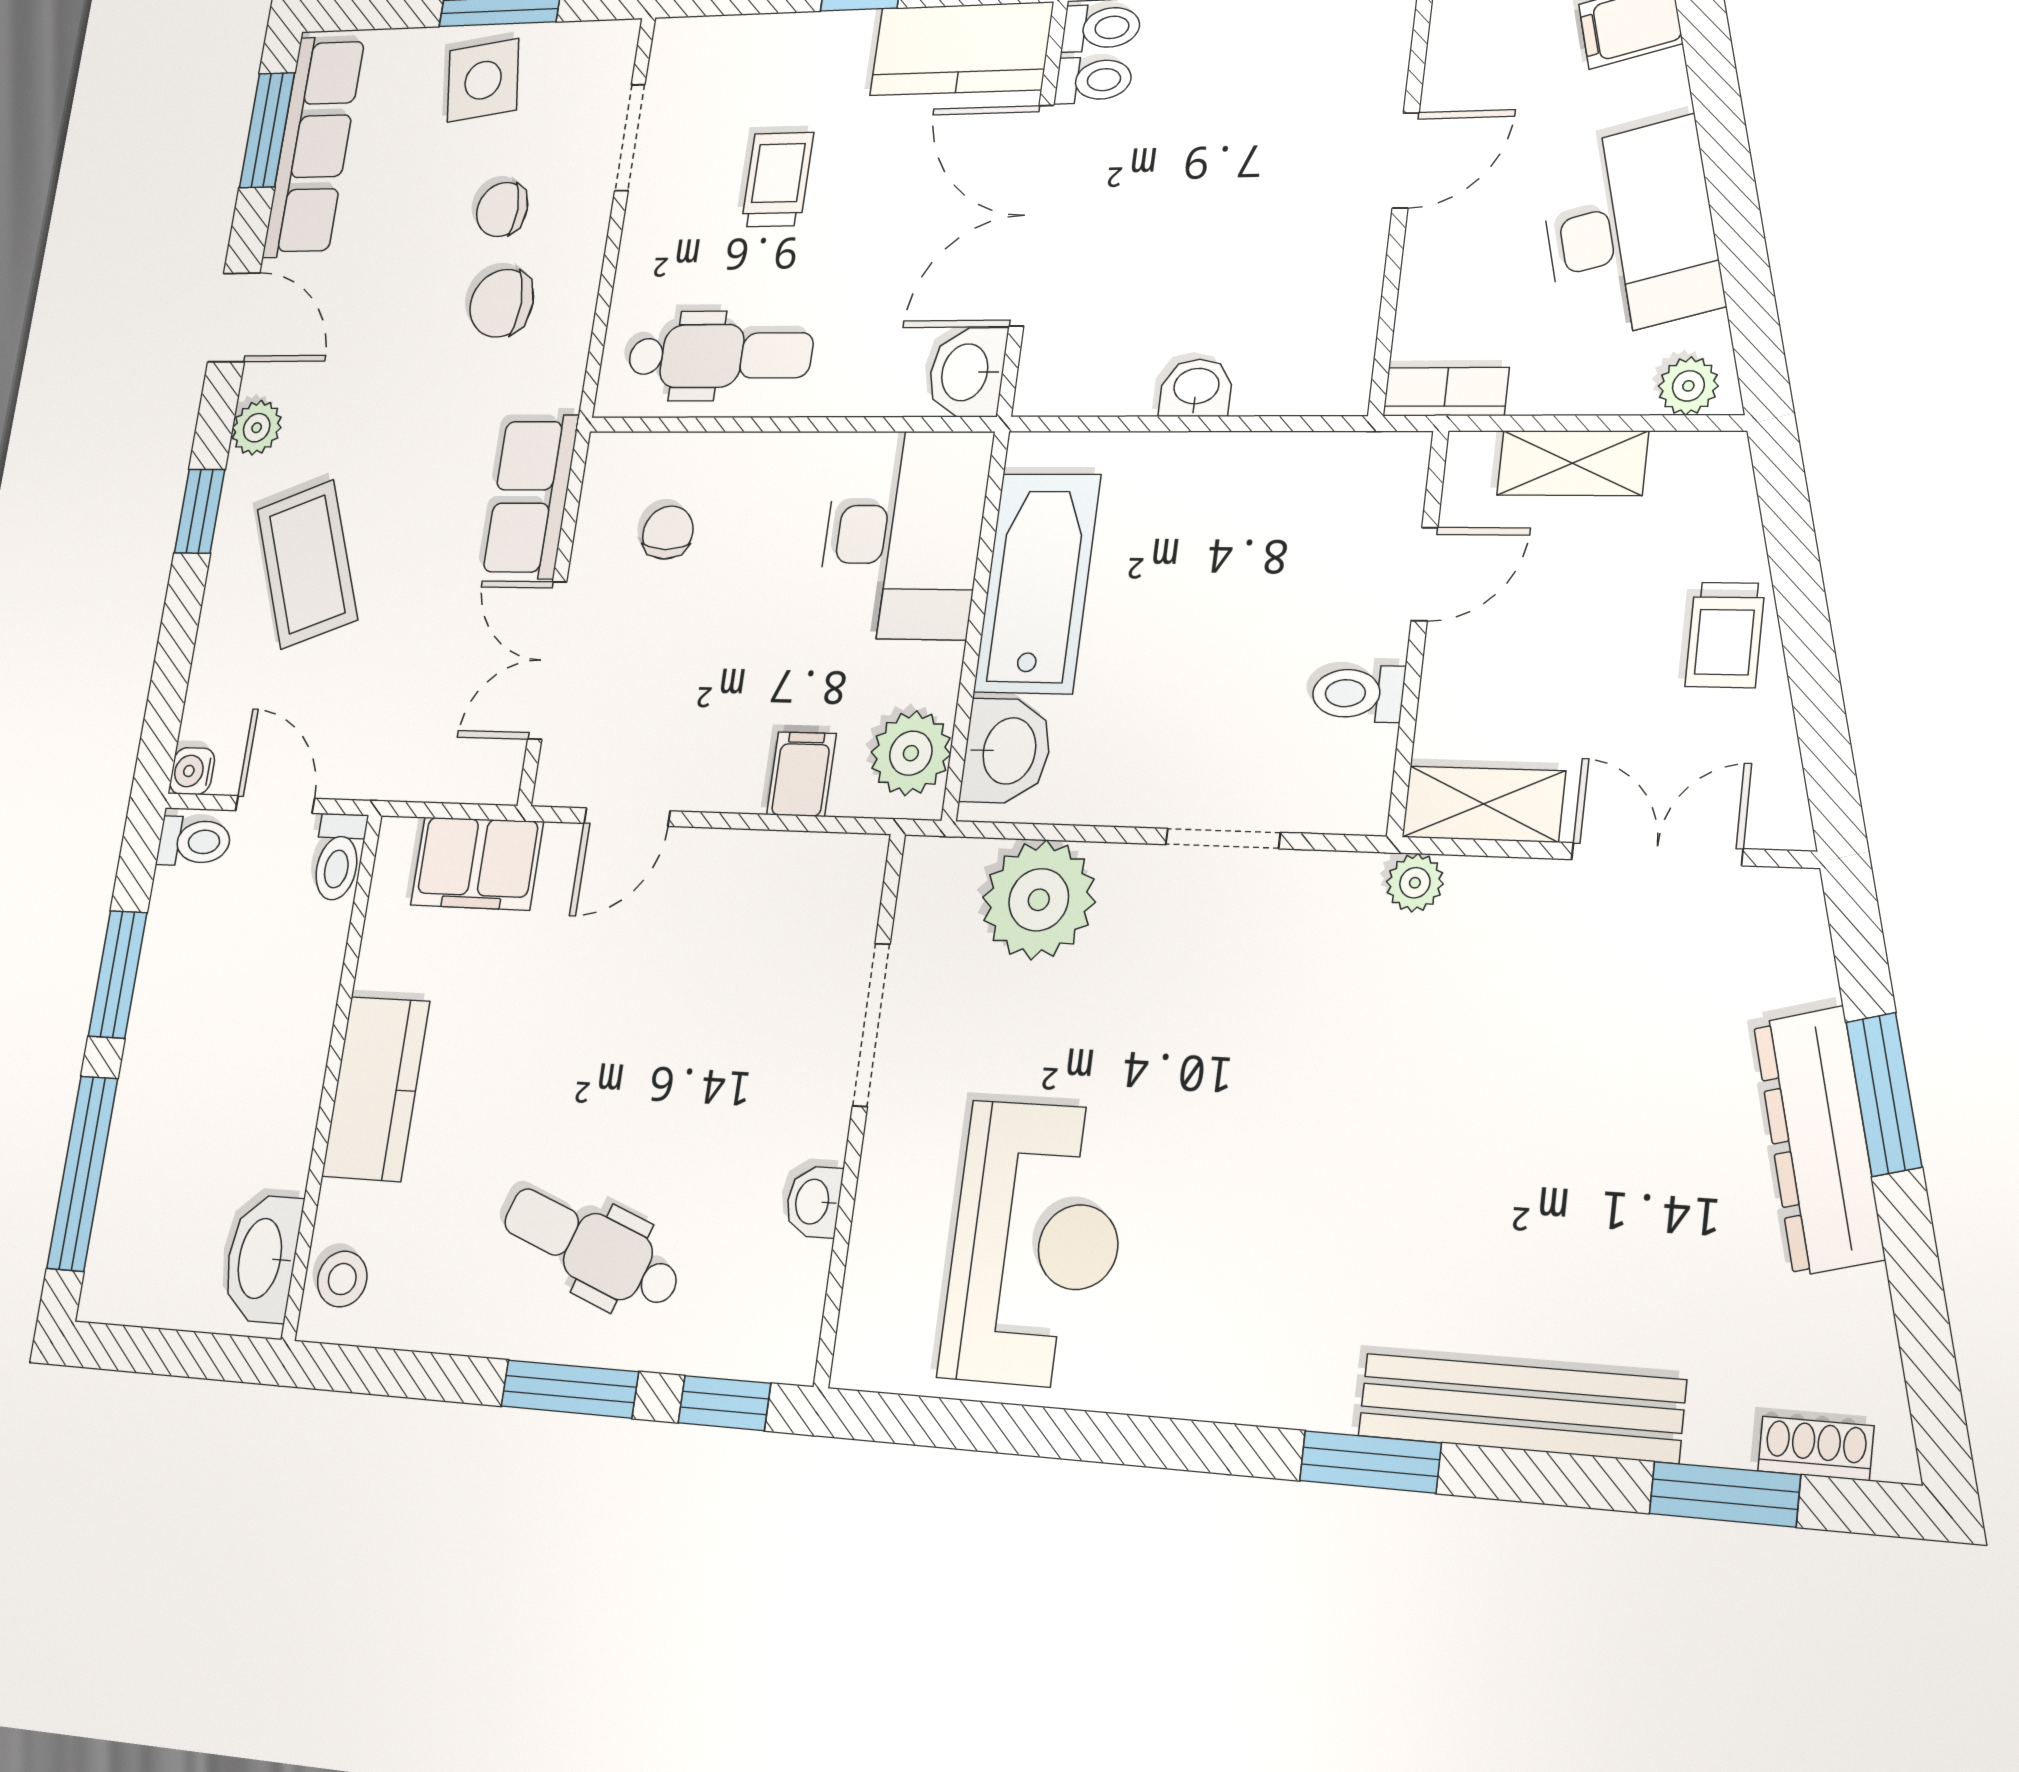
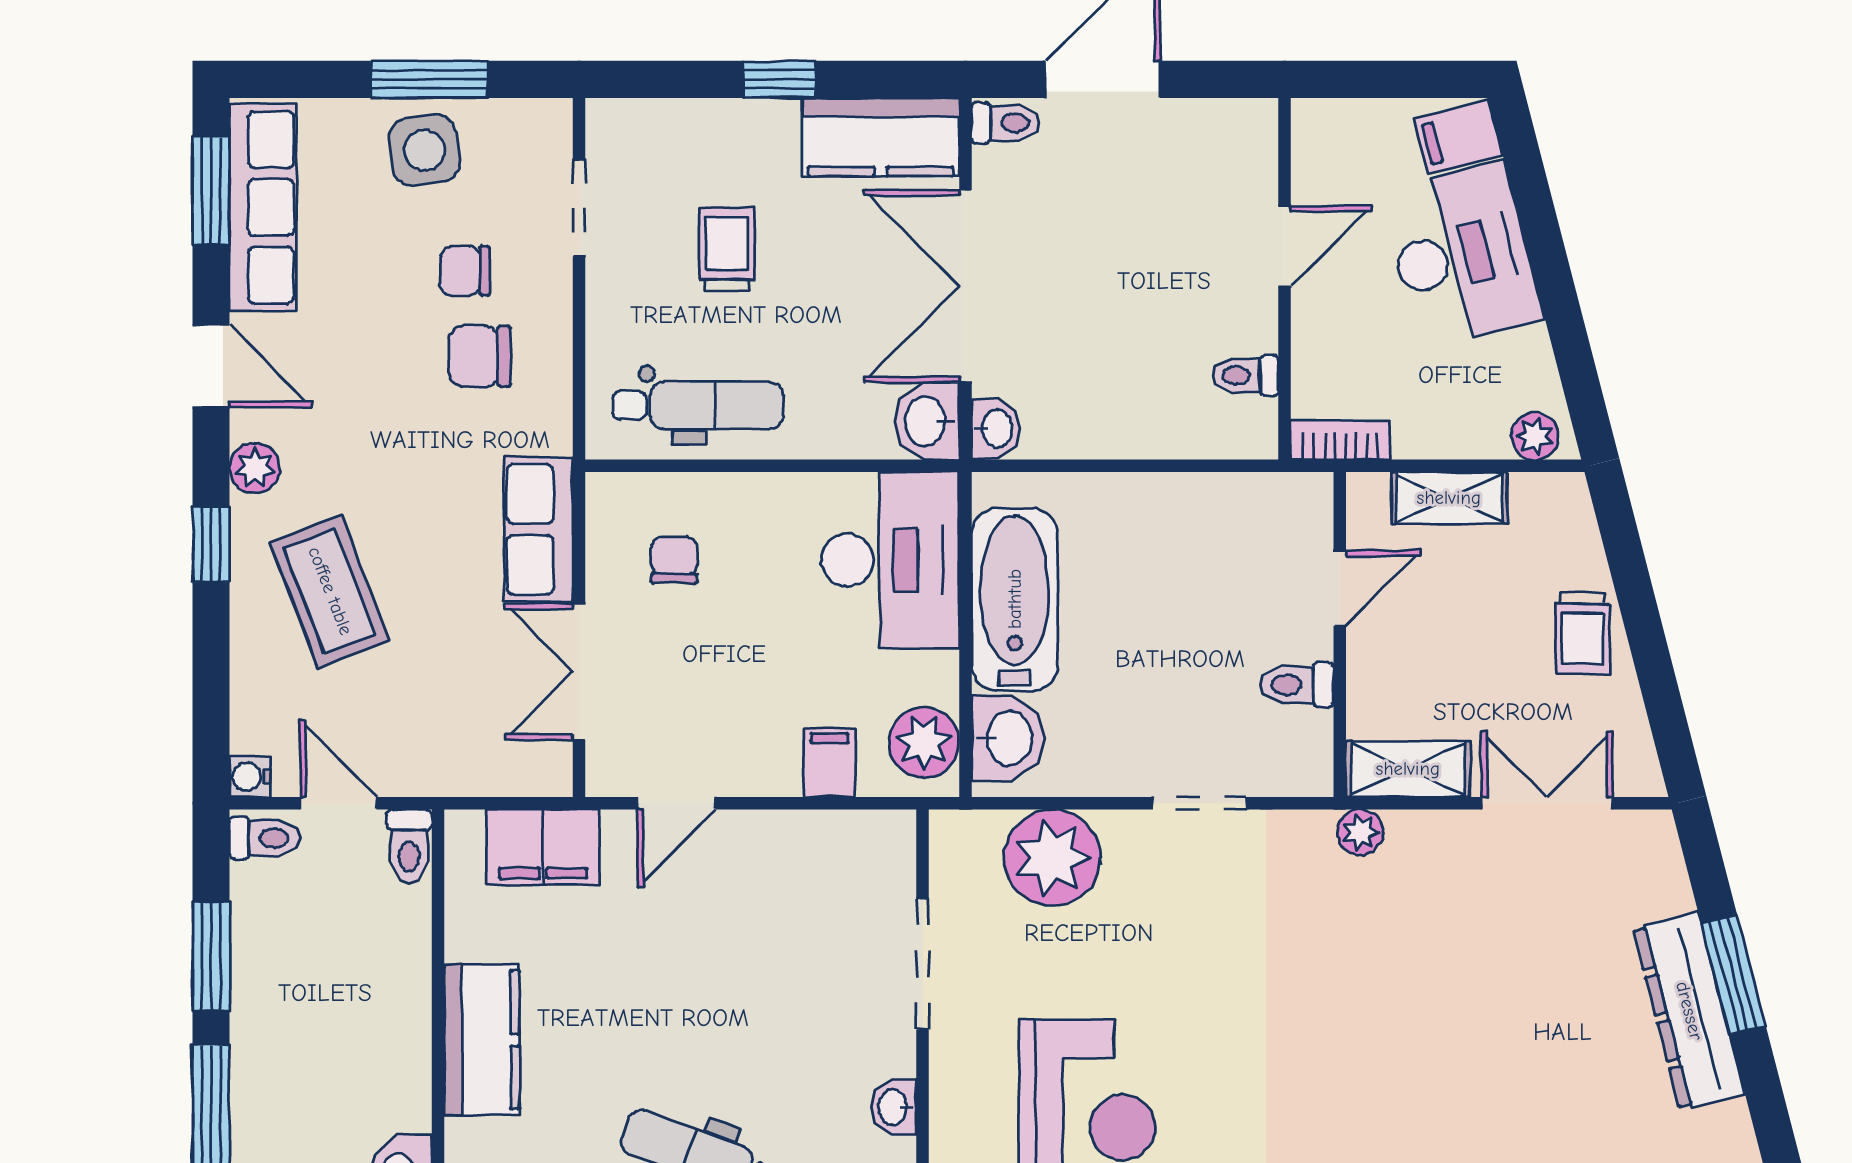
toilet: (1094, 80) -> (1245, 376), moved, turned 180
desk: (1630, 230) -> (1462, 256), moved
washbasin: (1196, 388) -> (996, 428), moved, turned 90

